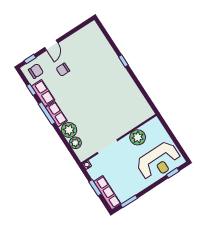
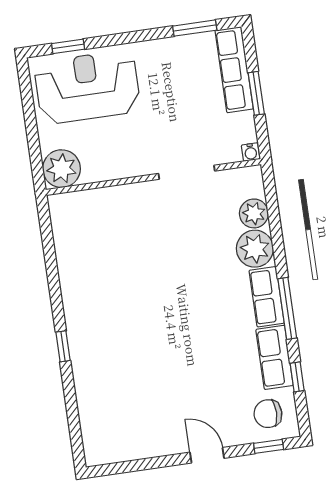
door: (51, 45) -> (207, 455), hinge flipped
chair: (63, 70) -> (206, 389), removed
plant: (138, 137) -> (62, 169), moved

